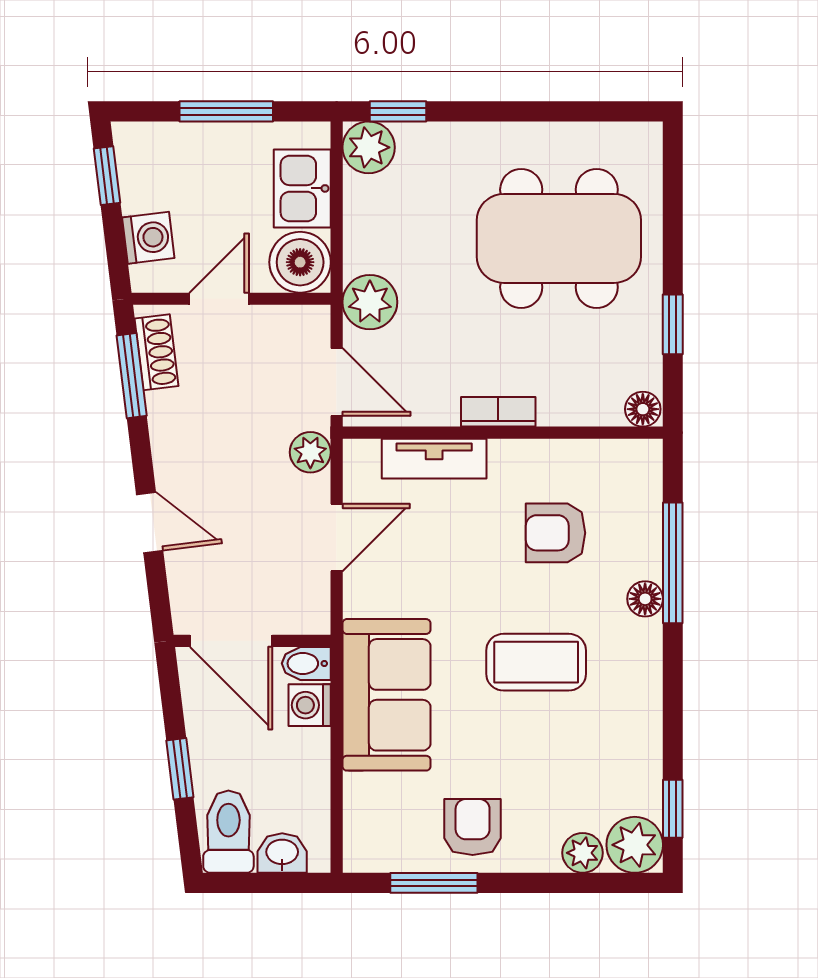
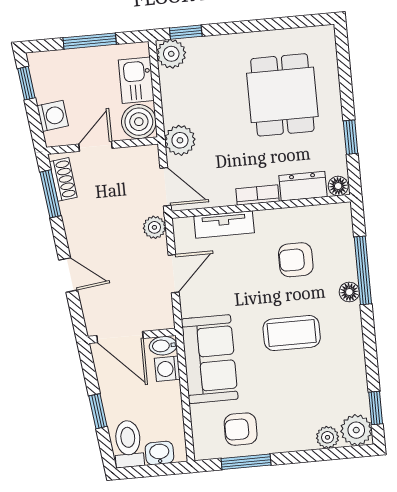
dining table: (559, 238) -> (282, 95), width x0.73
dresser: (580, 404) -> (303, 186), added
armchair: (473, 827) -> (241, 429), moved, turned -90

